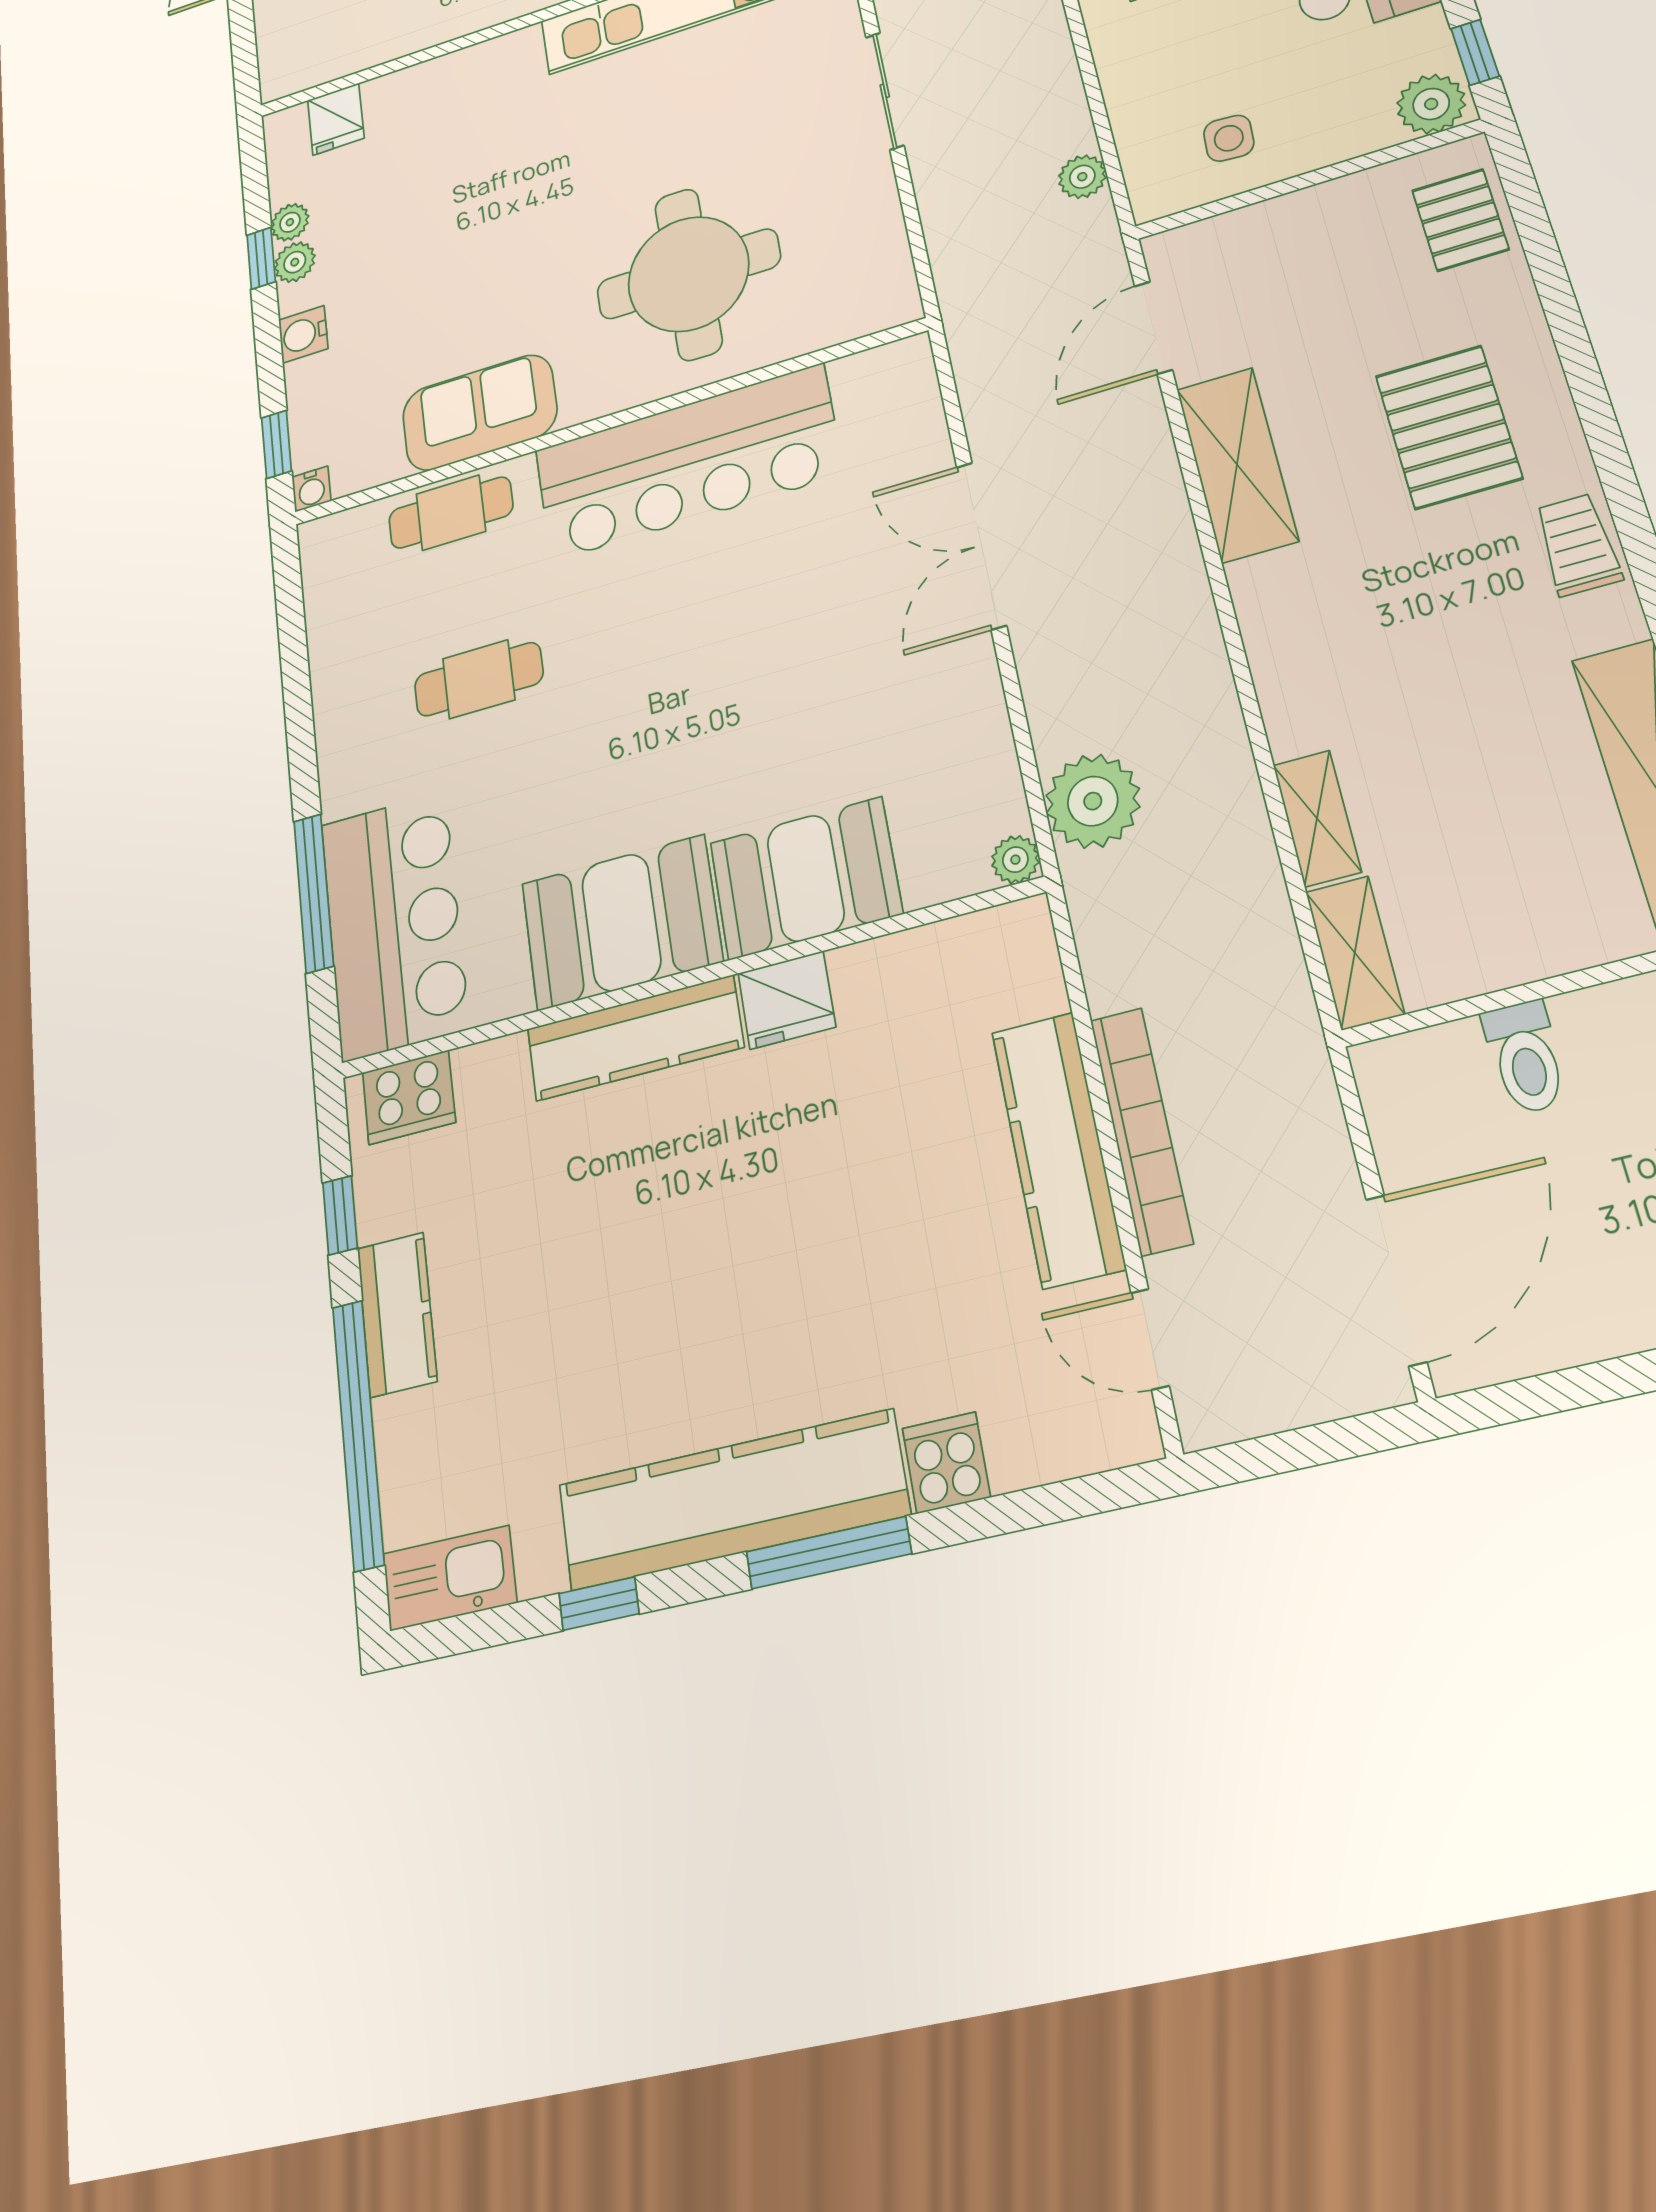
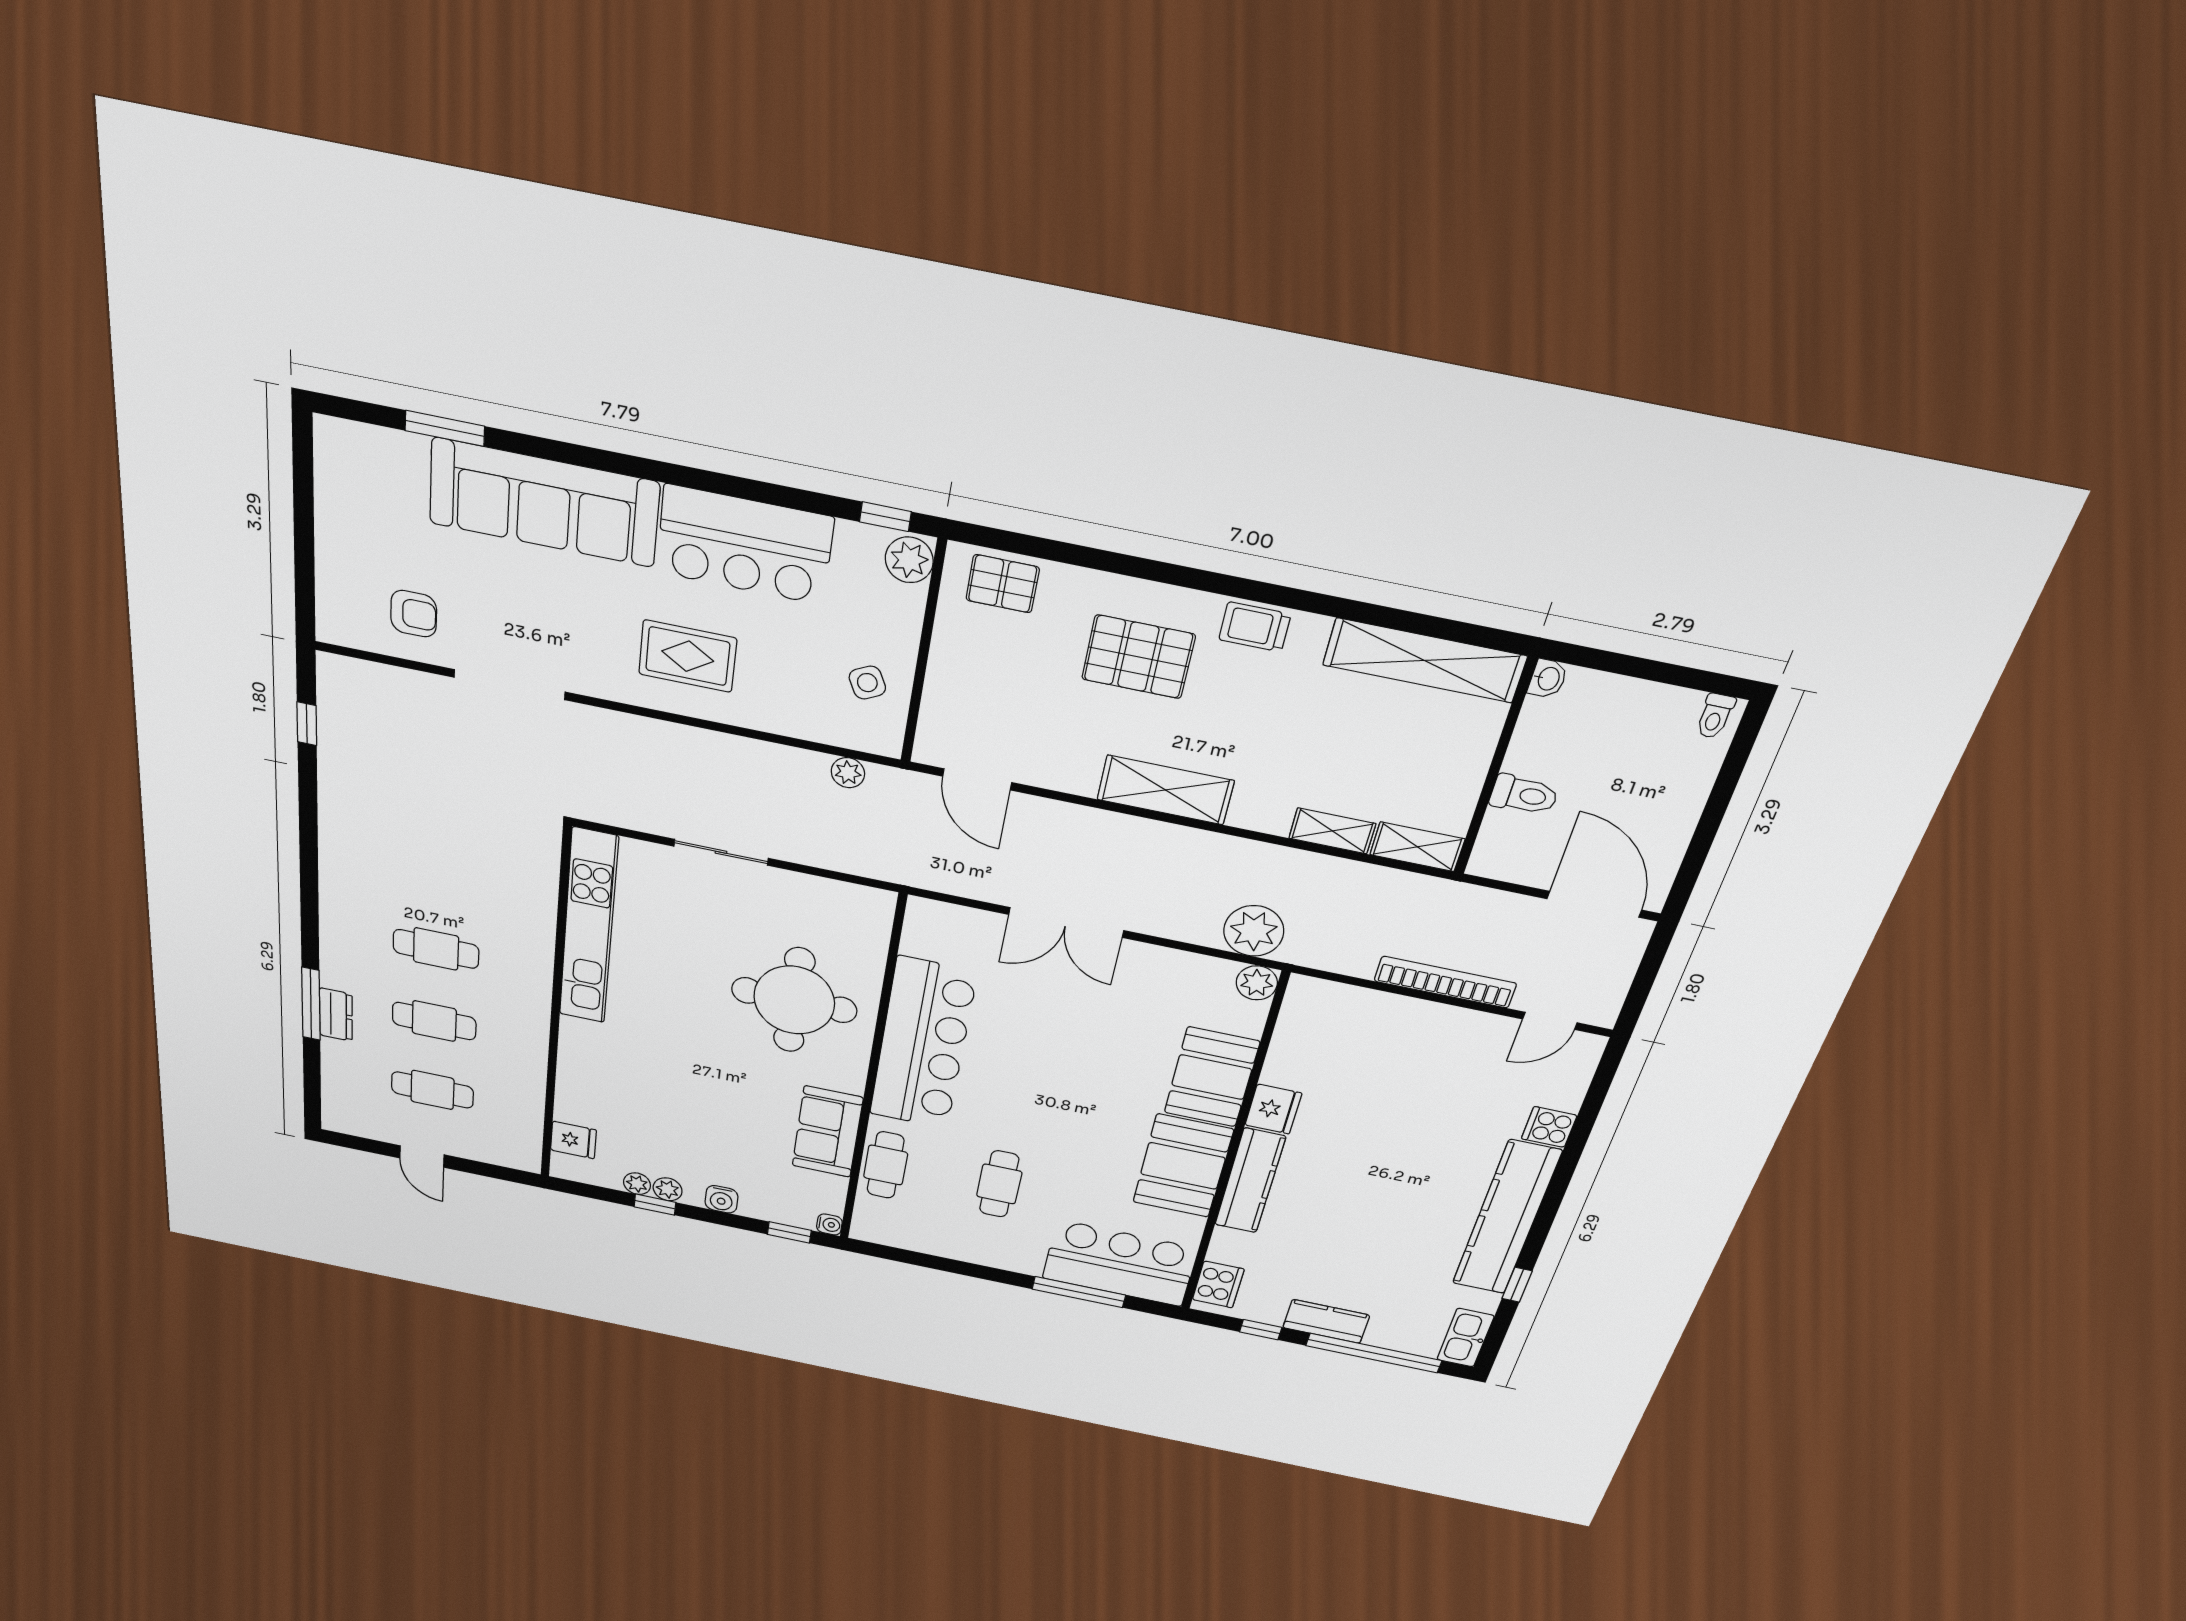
side table: (1229, 138) -> (867, 683), turned -31
shelving: (1237, 464) -> (1165, 790), moved
plant: (1015, 860) -> (1257, 983), width x1.38, depth x1.38
kitchen counter: (1058, 1149) -> (1430, 1022), removed
window: (829, 1553) -> (1557, 1189), removed

